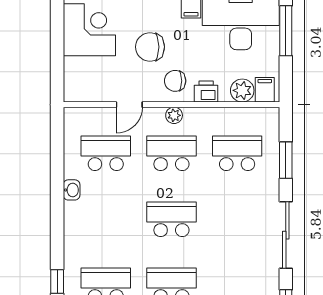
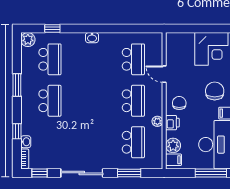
chair: (150, 47) -> (215, 91), moved
plant: (174, 115) -> (157, 121), moved
washbasin: (72, 190) -> (92, 38), moved
school desk: (171, 219) -> (92, 101), removed

